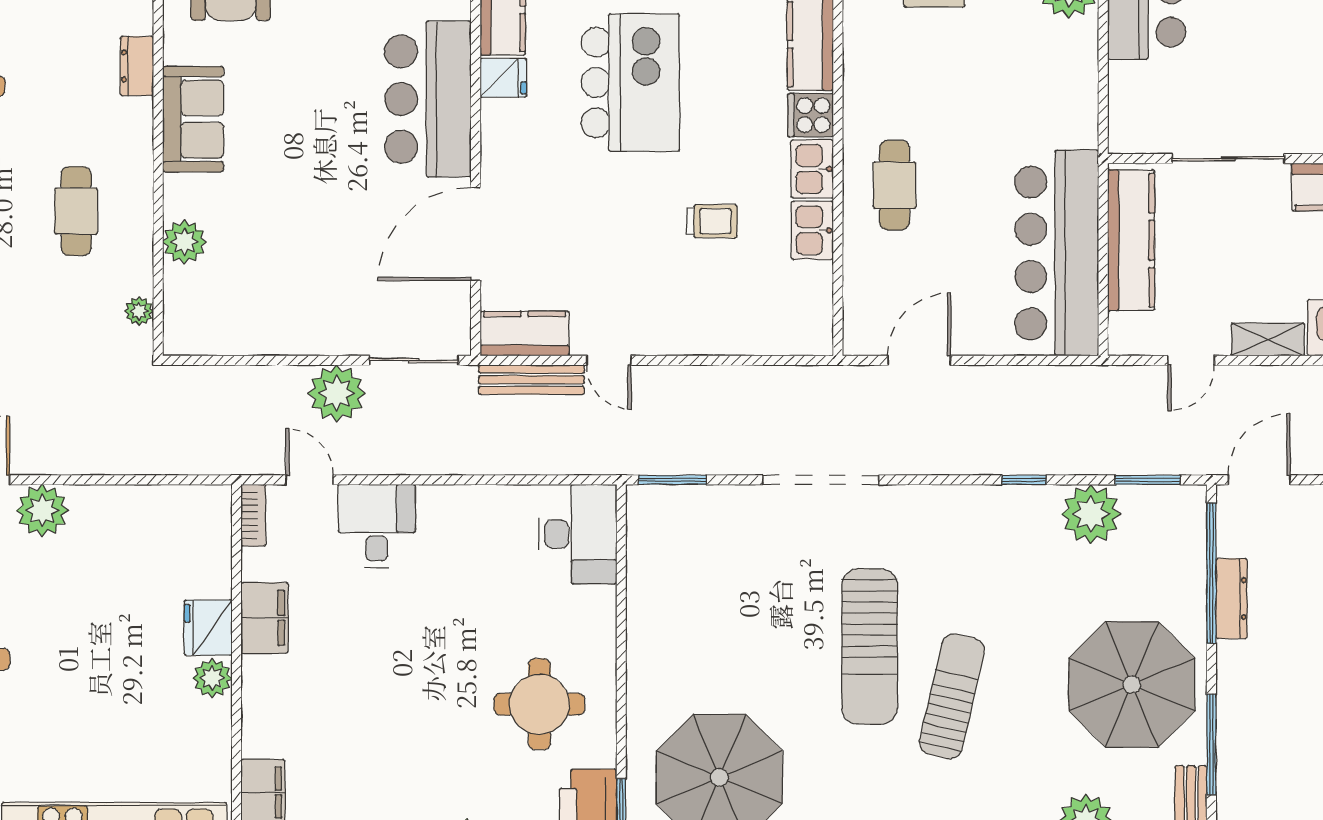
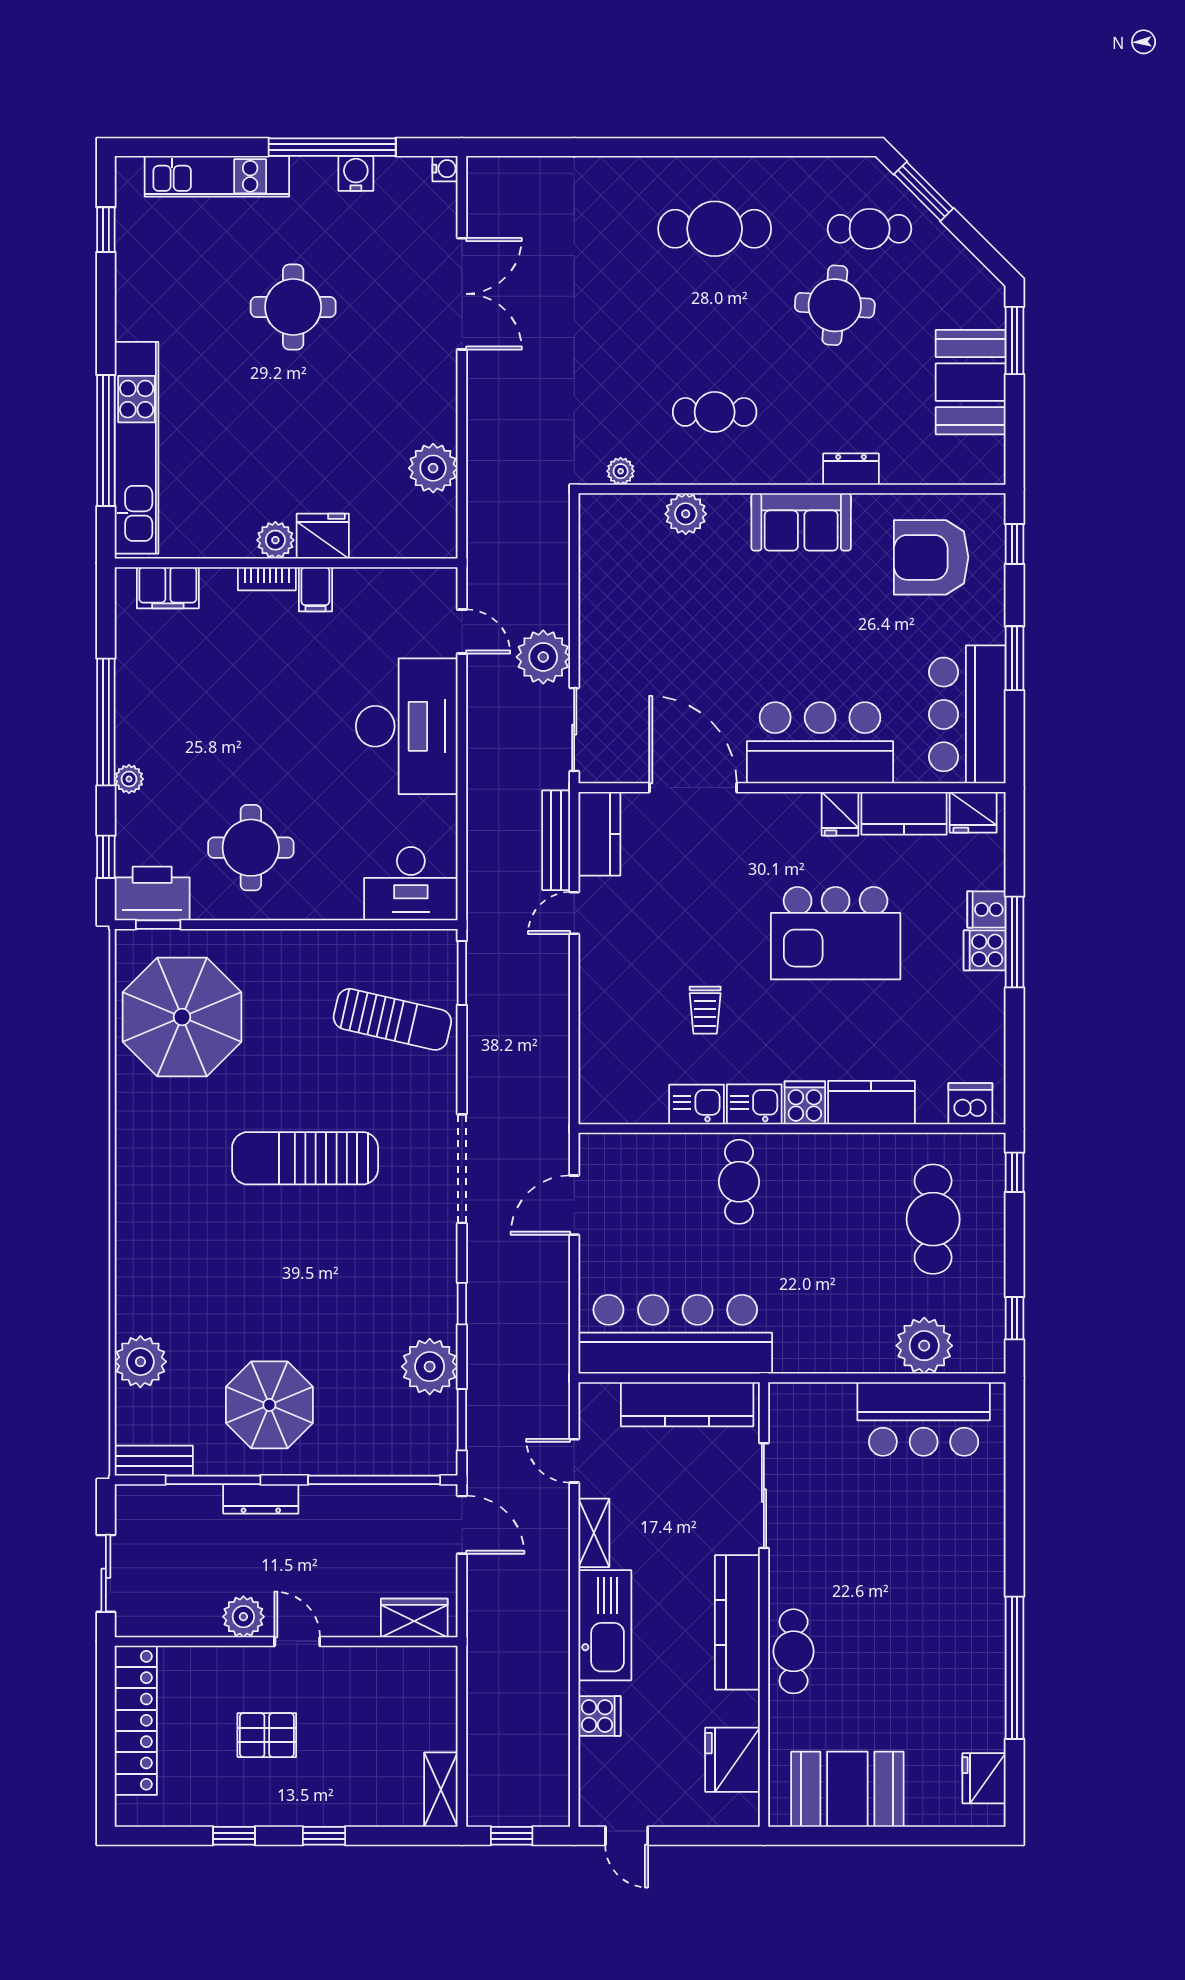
cafe table: (895, 185) -> (739, 1182), turned 90
door: (919, 360) -> (574, 1205), swing flipped
door: (309, 480) -> (462, 631), hinge flipped
doorway: (821, 480) -> (462, 1169), moved
plant: (42, 510) -> (433, 468), moved
bookcase: (253, 515) -> (267, 579), moved
desk: (377, 526) -> (407, 726), width x1.87, depth x1.30
dresser: (1232, 599) -> (261, 1499), moved
filing cabinet: (265, 618) -> (315, 589), width x0.50
parasol: (1132, 684) -> (269, 1405), width x0.73, depth x0.73
sun lounger: (952, 696) -> (392, 1019), moved

